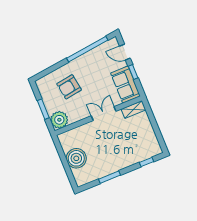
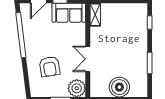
double door: (104, 114) -> (88, 59), moved

